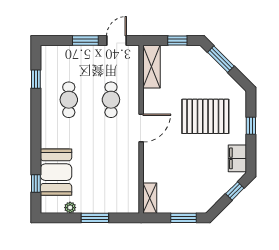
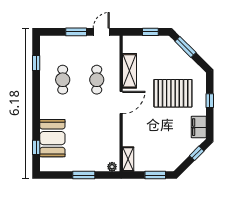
shelving: (152, 67) -> (130, 71), moved
plant: (70, 208) -> (112, 167), moved

